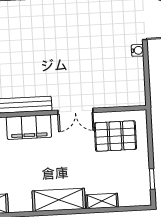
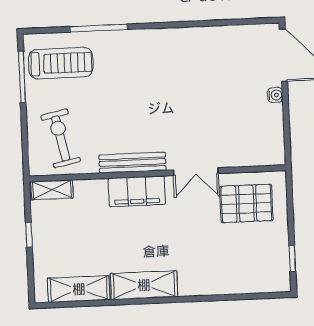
shelving: (59, 200) -> (144, 285), moved
shelving: (102, 201) -> (229, 286), removed

